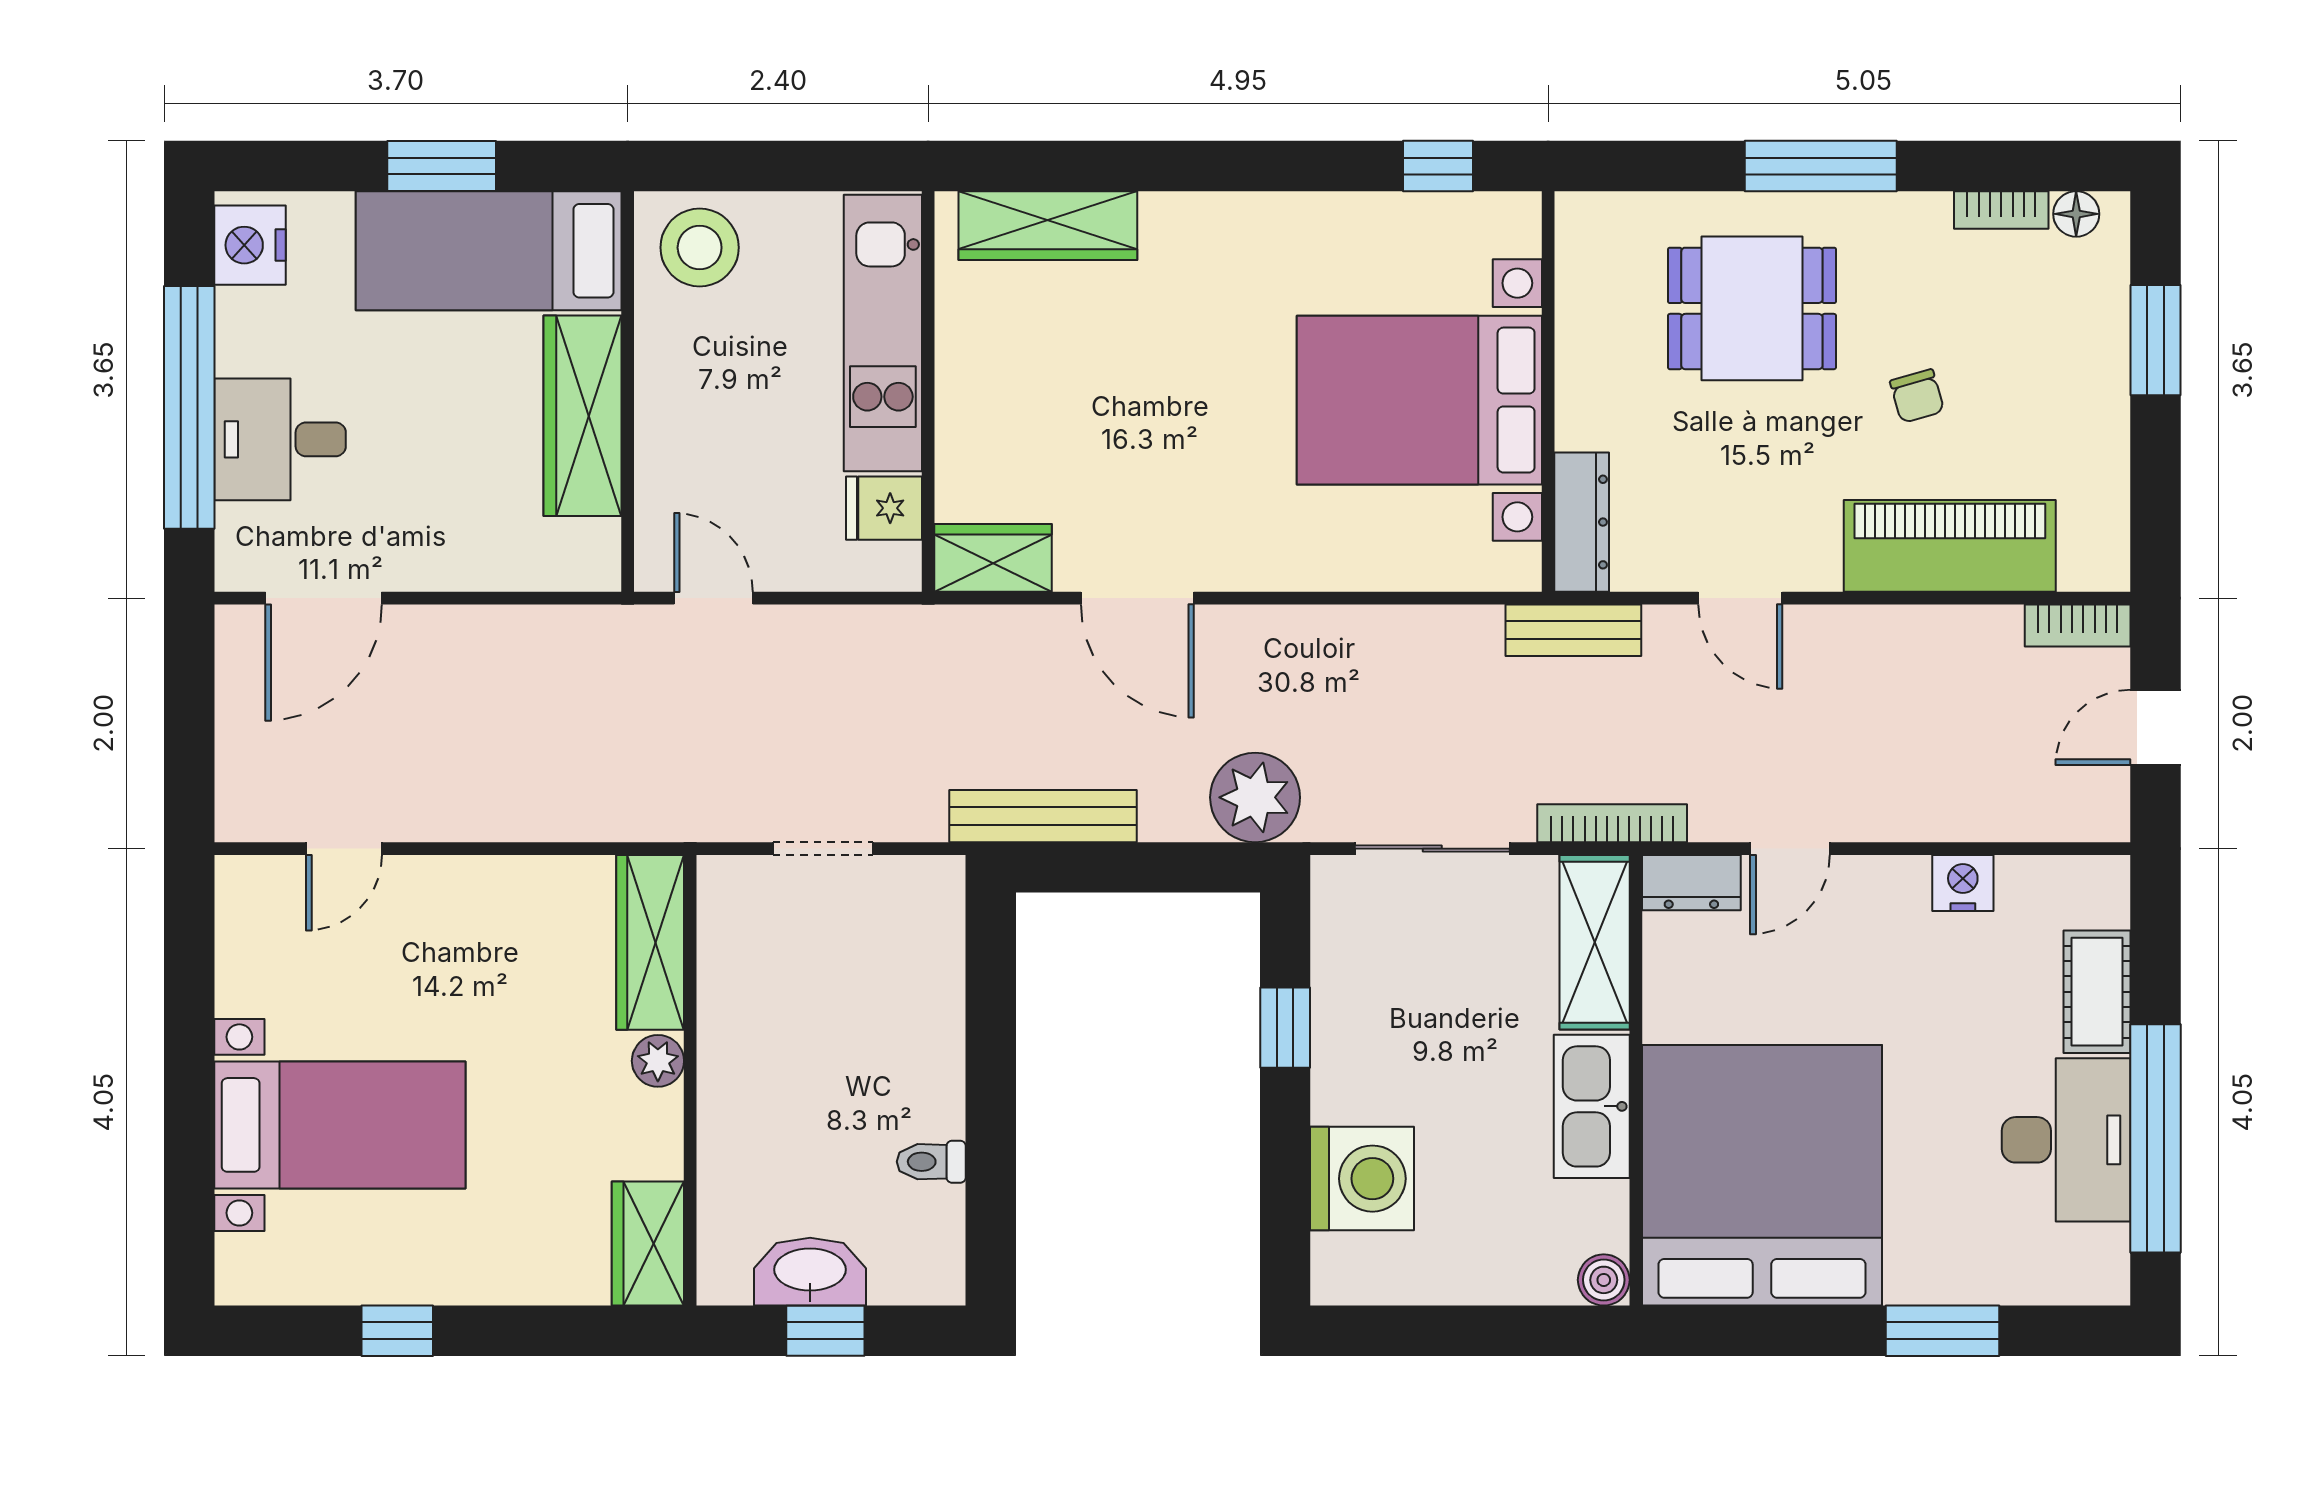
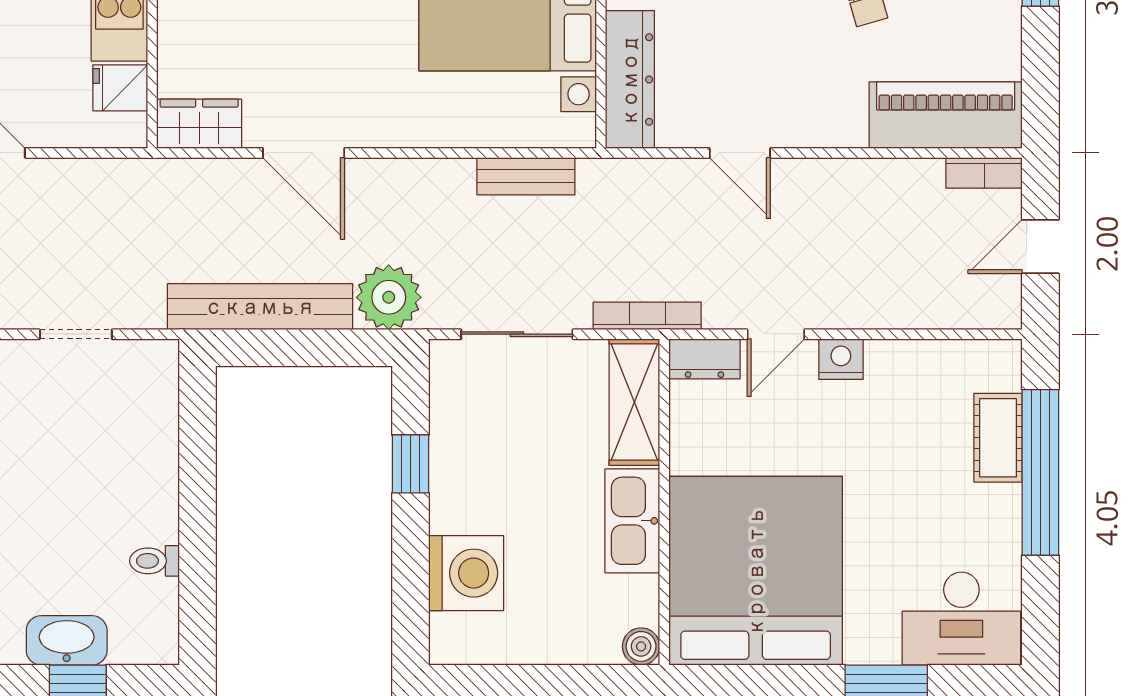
dresser: (1582, 522) -> (630, 80), width x1.37, depth x1.24
piano: (1950, 546) -> (946, 115), moved
bench: (1573, 630) -> (526, 176), moved
bench: (1043, 816) -> (260, 307), width x1.37, depth x1.21
nightstand: (1963, 883) -> (841, 359), moved
window: (2156, 1138) -> (1040, 472), moved
desk: (2066, 1140) -> (961, 619), moved, turned 90

